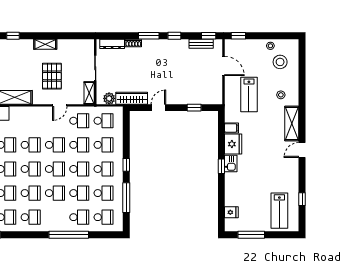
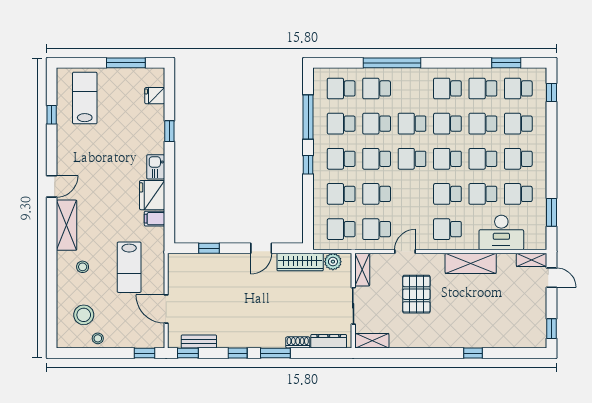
shelving: (45, 44) -> (372, 341), moved
lab bench: (249, 95) -> (129, 267), turned 180
school desk: (55, 145) -> (447, 229), moved
window: (221, 166) -> (169, 131), moved

